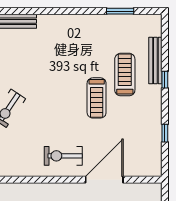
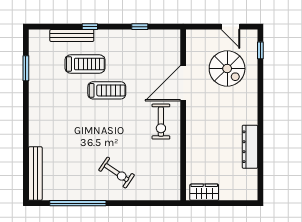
treadmill: (125, 75) -> (85, 64), turned 180
door: (104, 180) -> (183, 83), hinge flipped

